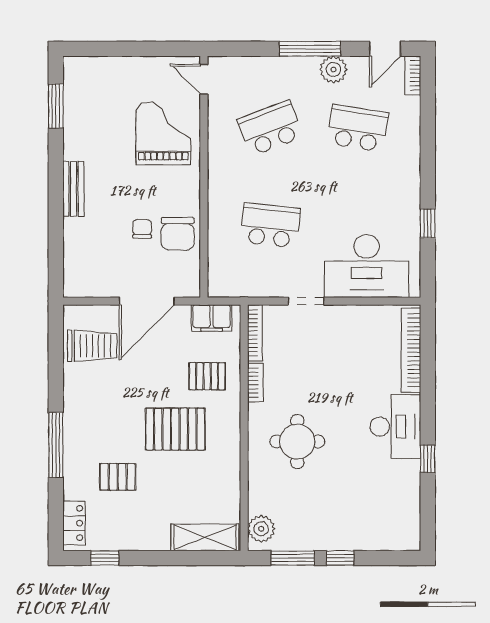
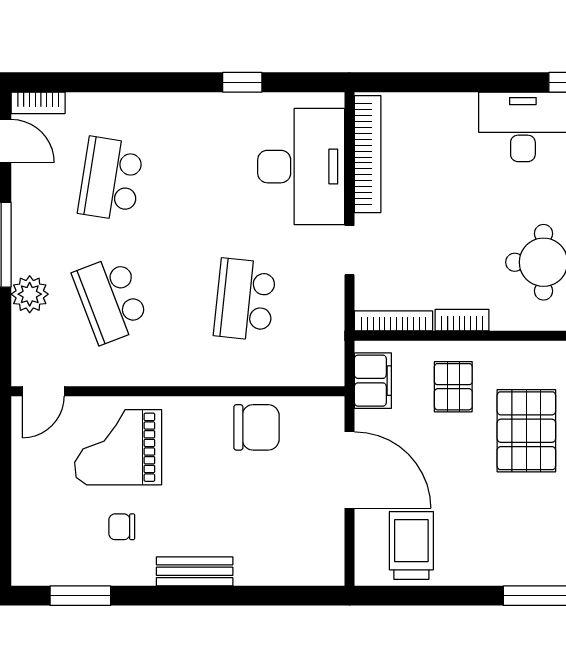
plant: (333, 69) -> (30, 294), moved
chair: (142, 229) -> (122, 527), moved
bookcase: (411, 350) -> (368, 154), moved, turned -90

